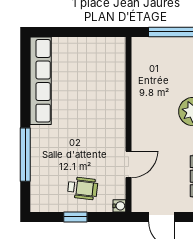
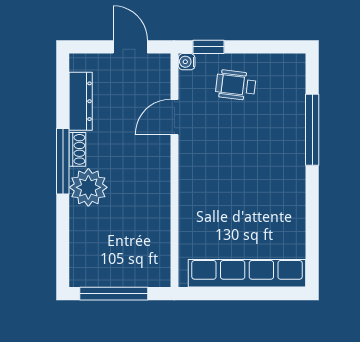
row of seats: (41, 81) -> (247, 273), moved, turned 90
window: (75, 217) -> (208, 47), moved

